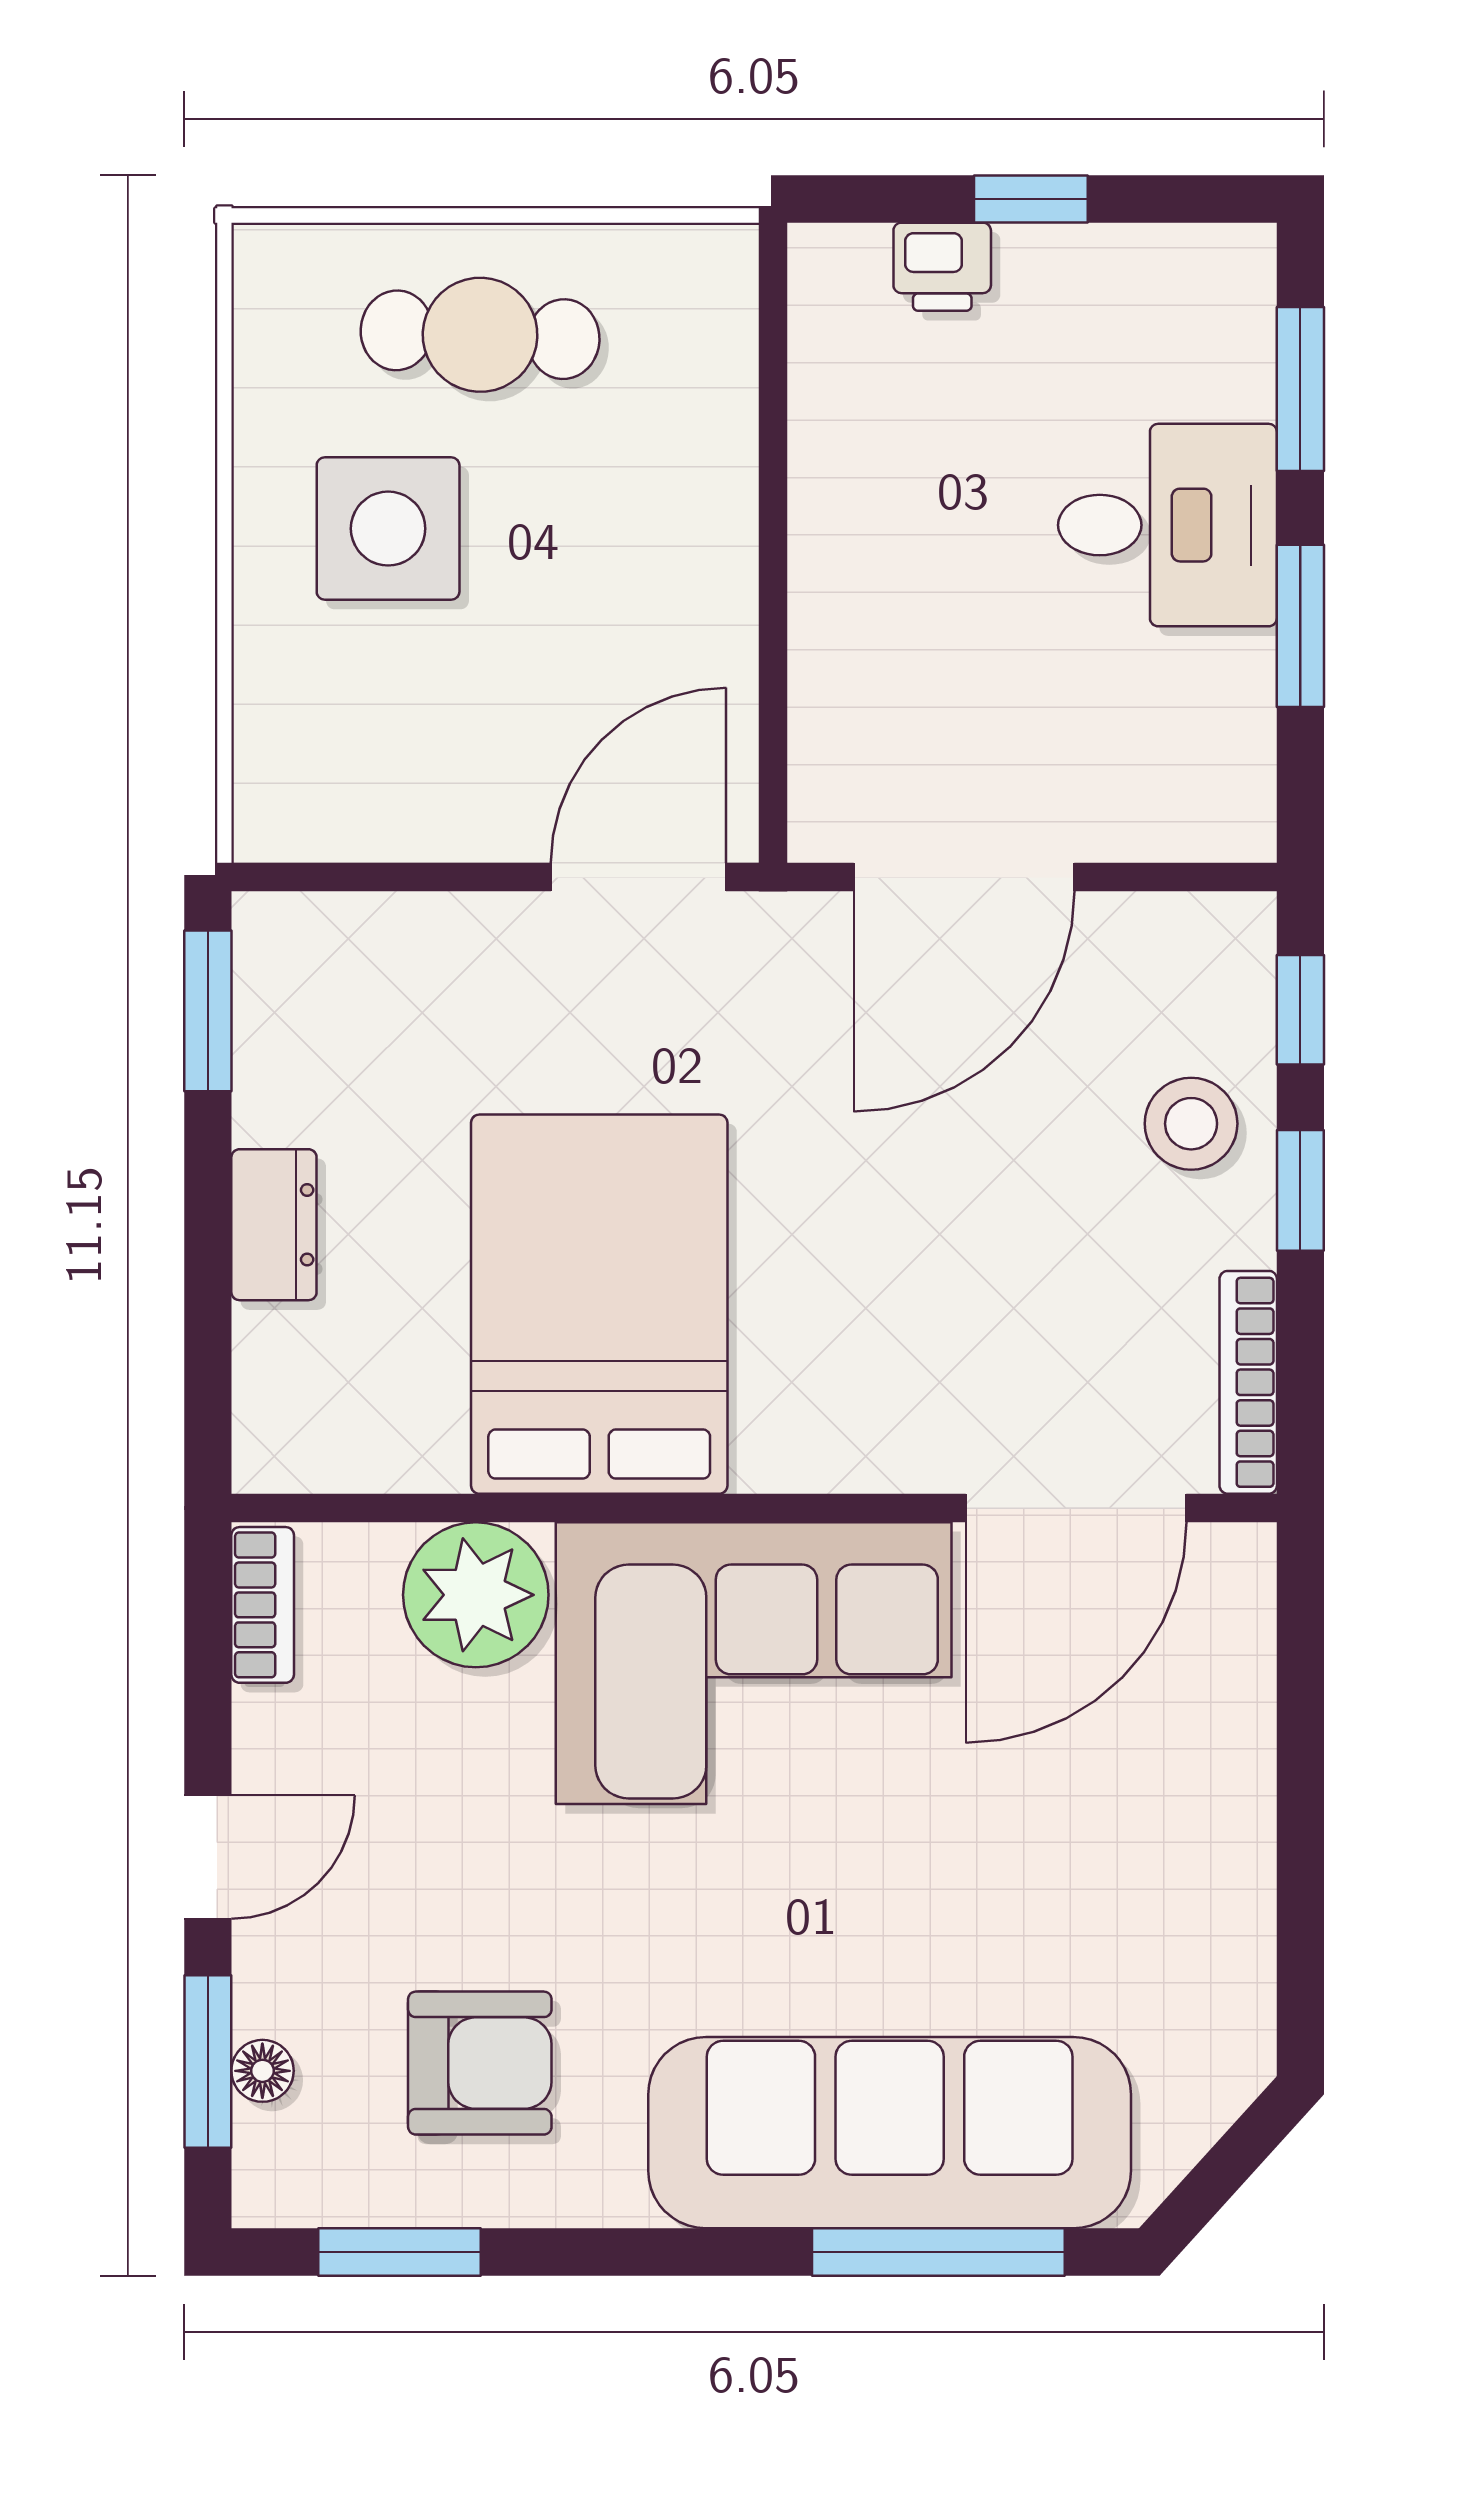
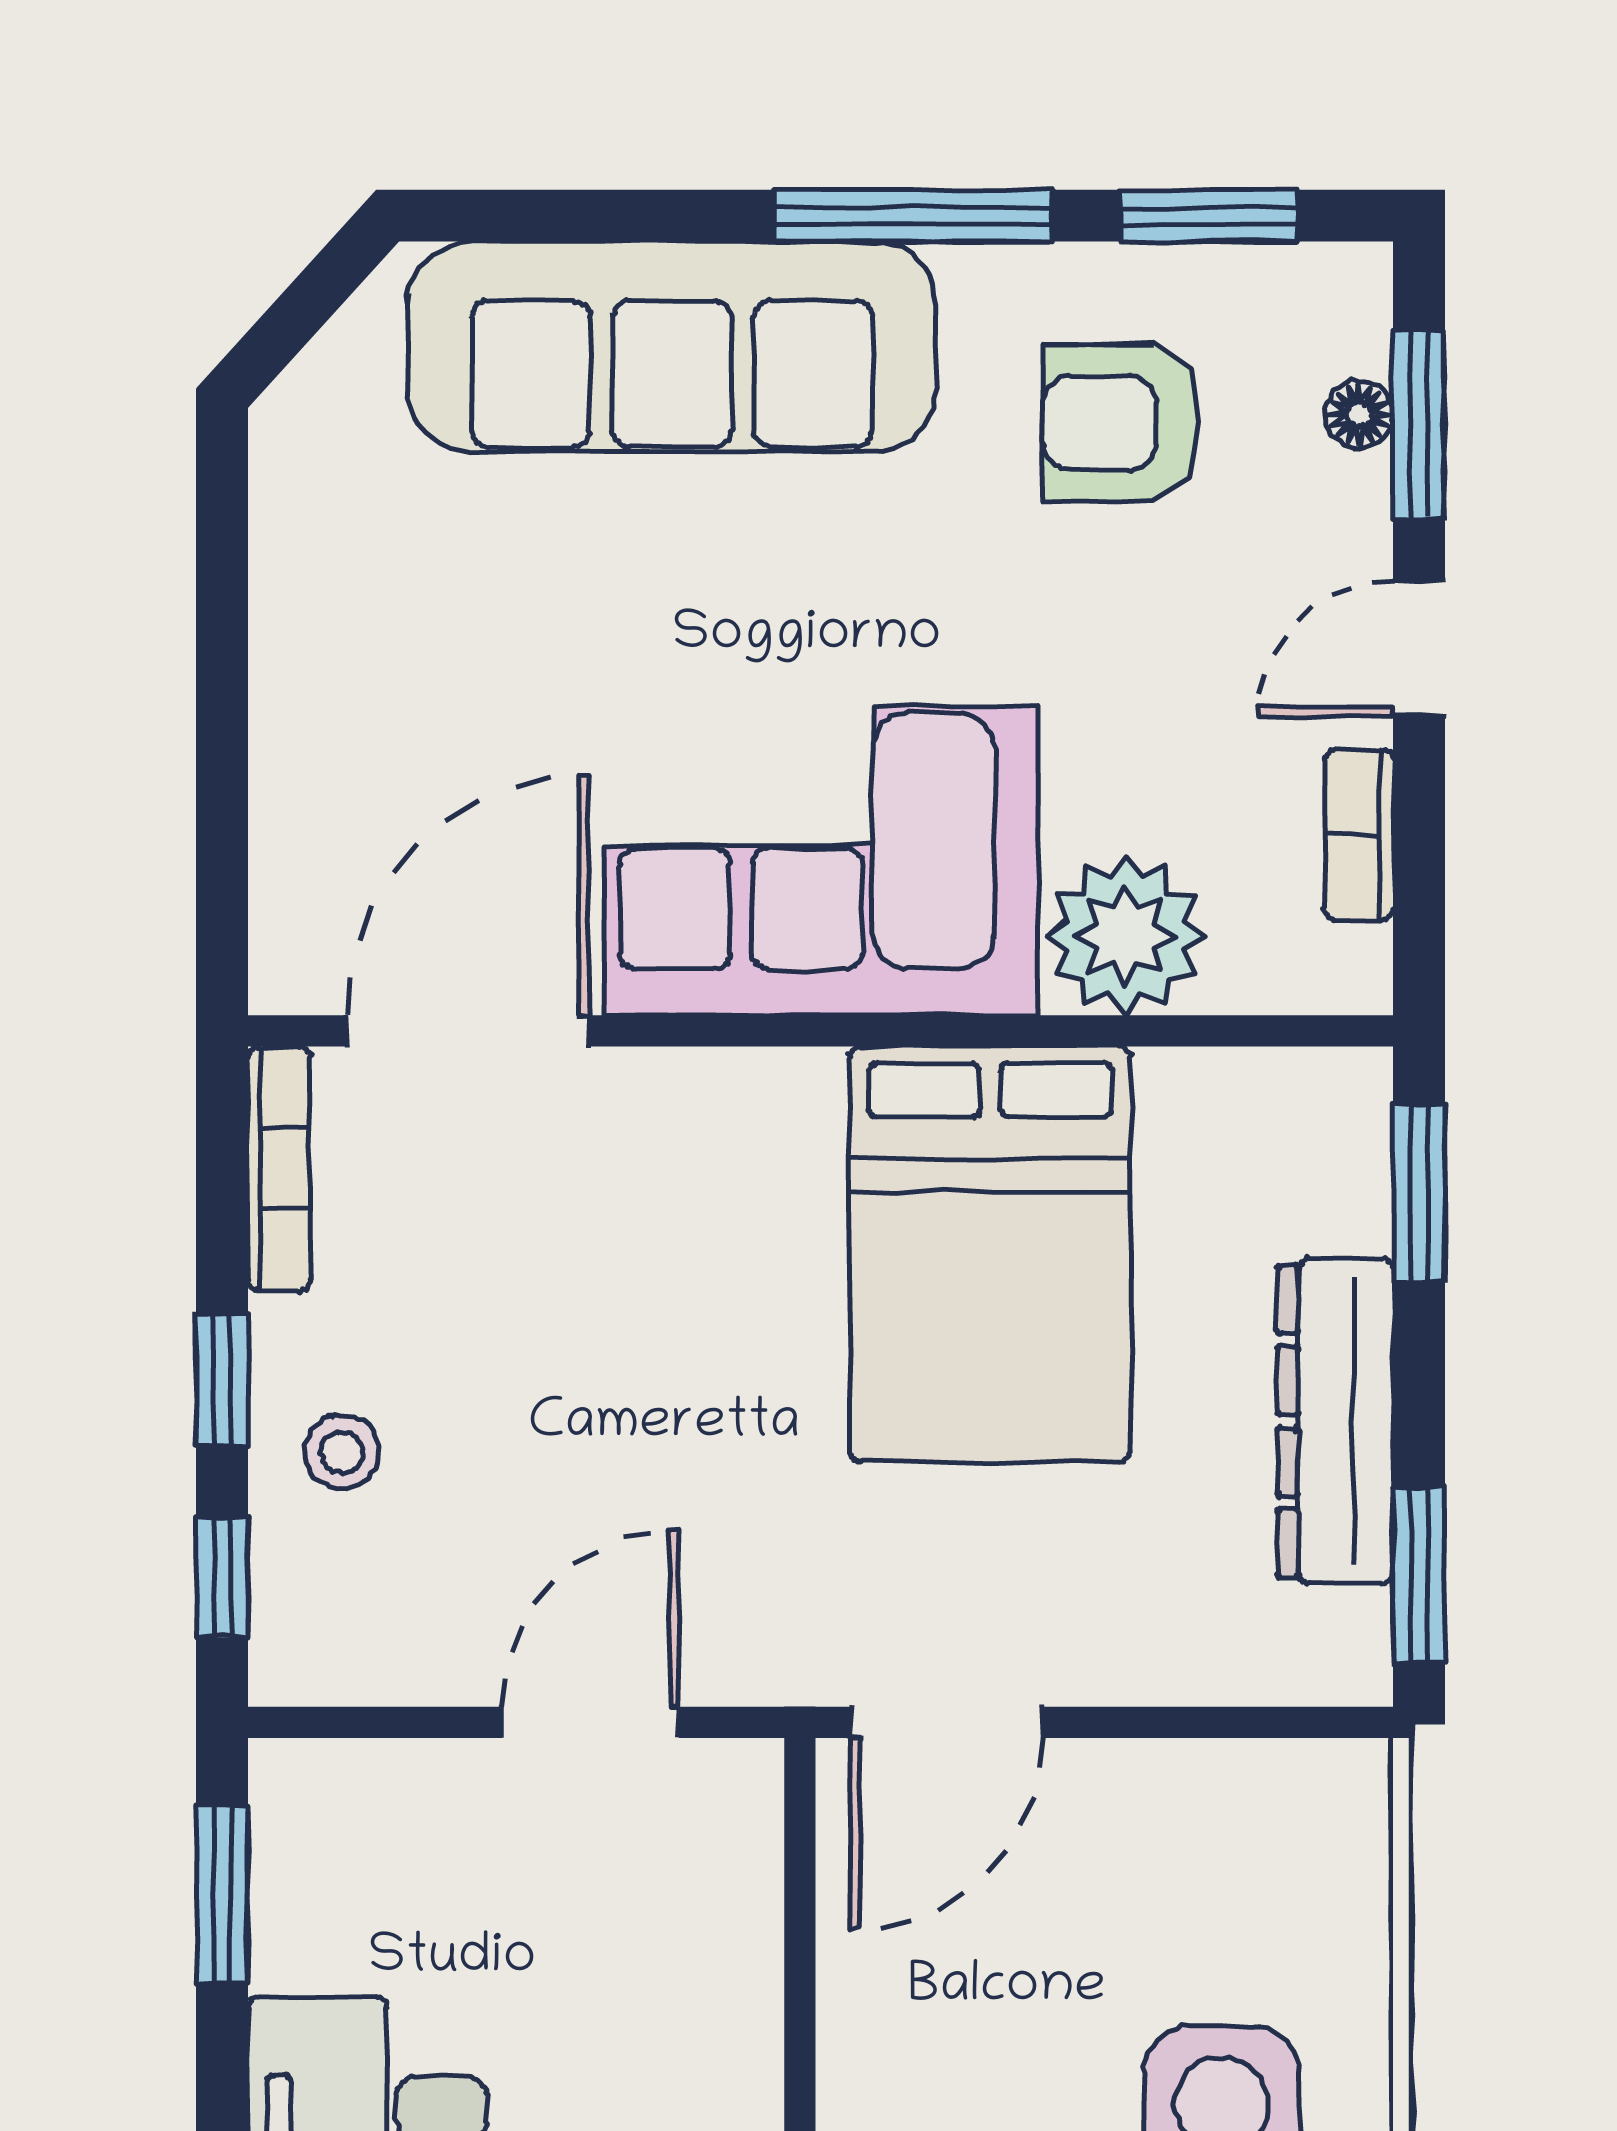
window: (1300, 626) -> (222, 1895), moved
door: (964, 877) -> (590, 1722), width x0.73
stool: (1191, 1124) -> (342, 1452), width x0.73, depth x0.73
dresser: (274, 1225) -> (1335, 1421), width x1.96, depth x1.24
window: (208, 1361) -> (1419, 1192), added
bookcase: (263, 1605) -> (1359, 835), moved
window: (938, 2252) -> (913, 216), moved

